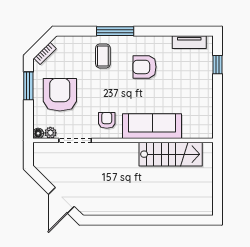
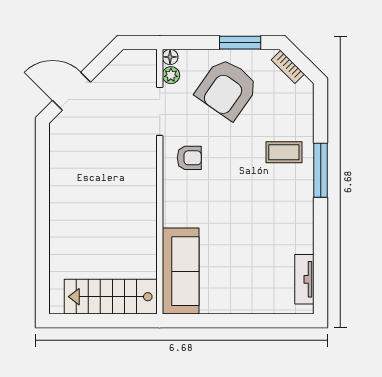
window: (217, 65) -> (271, 321), removed
armchair: (145, 67) -> (268, 213), removed
armchair: (60, 95) -> (227, 89), turned 125
sofa: (152, 126) -> (181, 271), moved
stairs: (171, 154) -> (111, 297), moved, turned 90

